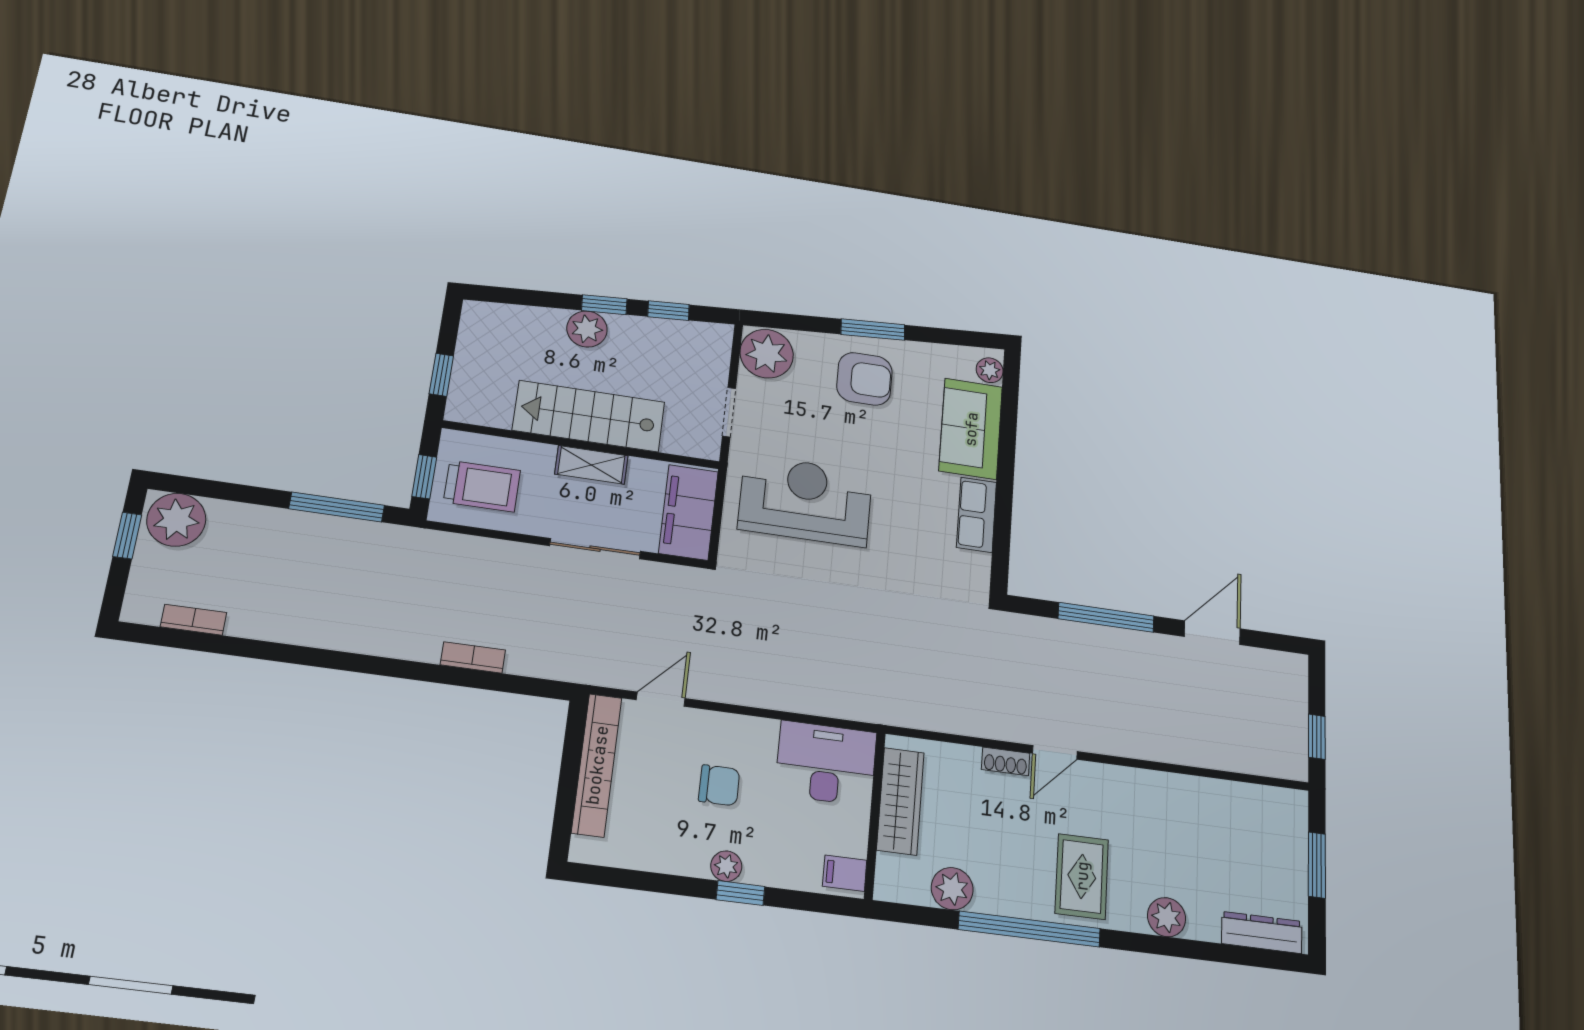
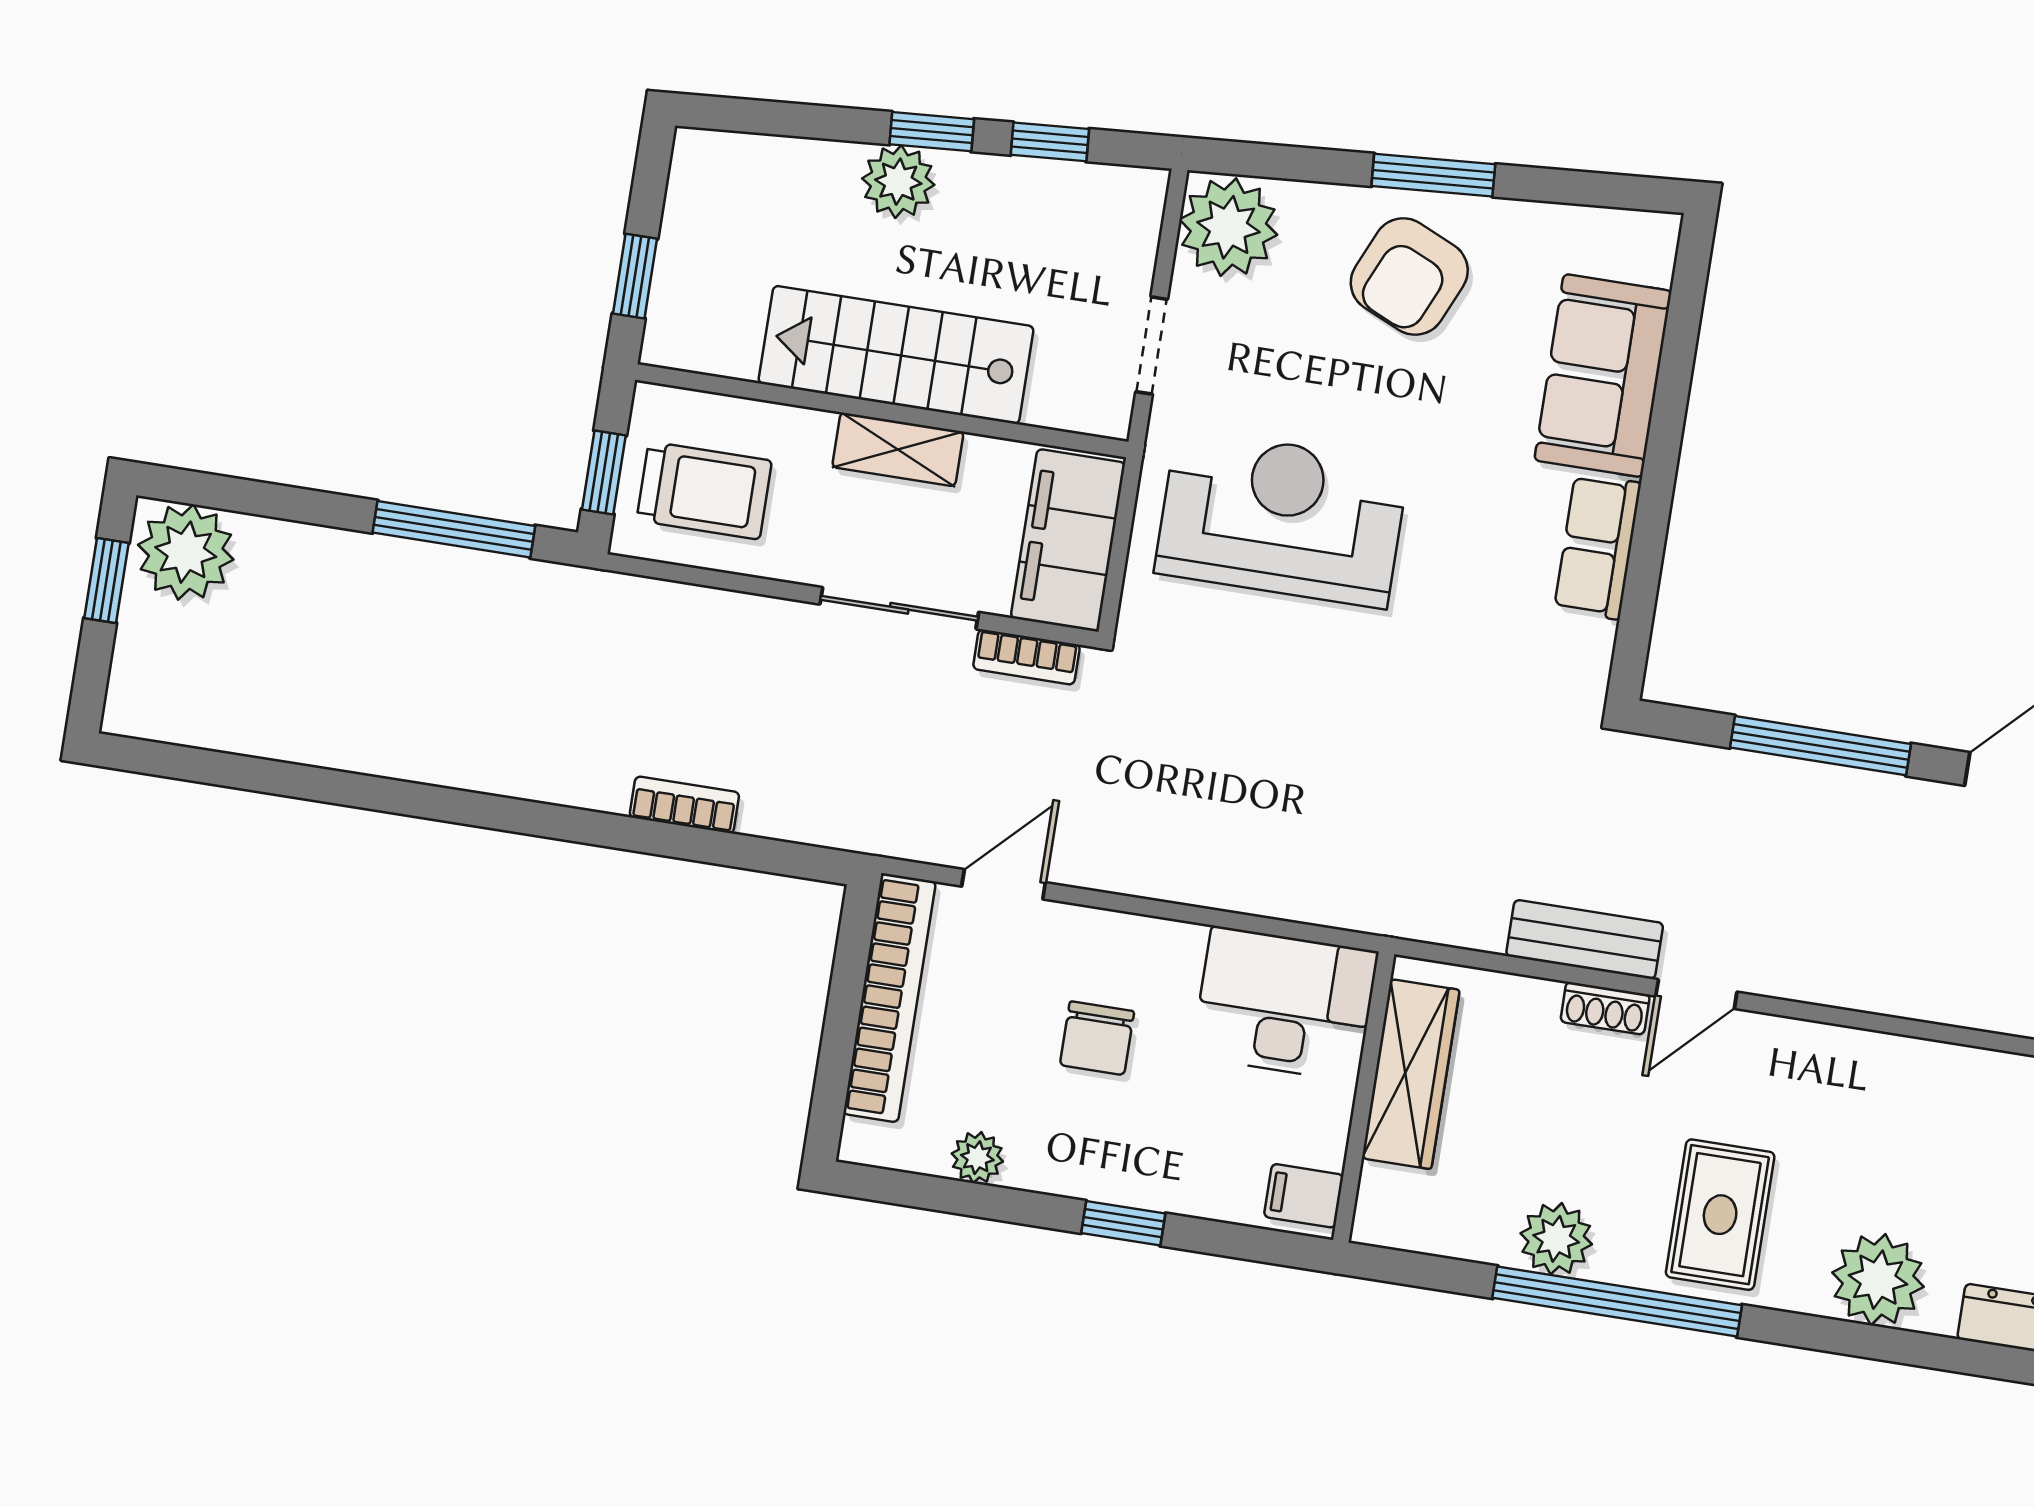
plant: (990, 370) -> (1651, 256), removed
armchair: (864, 379) -> (1409, 277), turned 114
bookcase: (193, 620) -> (1026, 657), moved, turned 180
bench: (990, 724) -> (1585, 939), added
chair: (719, 785) -> (1097, 1038), turned 90
plant: (726, 866) -> (977, 1158), moved
plant: (952, 889) -> (1556, 1239), moved
plant: (1167, 917) -> (1878, 1280), width x1.36, depth x1.36

